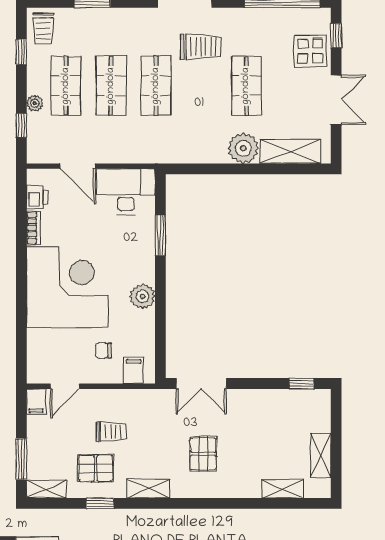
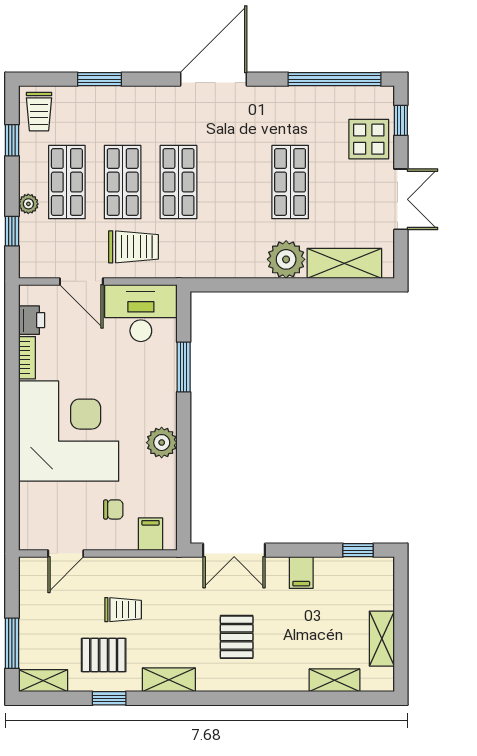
trolley: (201, 47) -> (134, 247), moved
chair: (103, 351) -> (113, 509), turned 180
filing cabinet: (36, 402) -> (301, 573), moved

